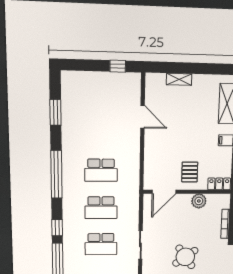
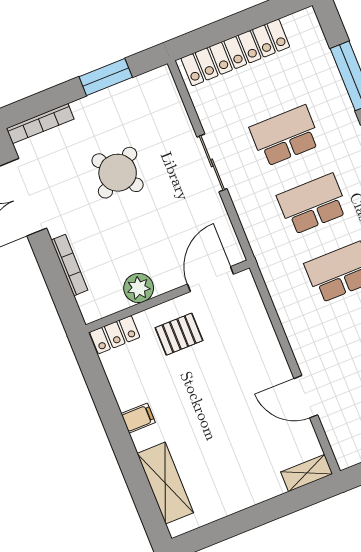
shelving: (179, 79) -> (307, 473), moved
pallet: (190, 172) -> (179, 334), turned 90

